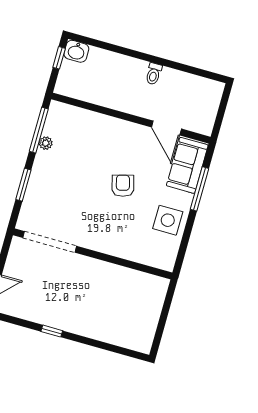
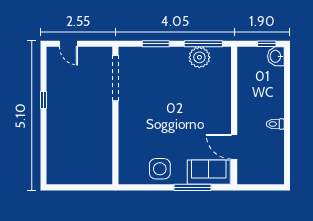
door: (166, 128) -> (234, 147), hinge flipped
plant: (46, 143) -> (199, 57), width x1.88, depth x1.88
armchair: (123, 186) -> (178, 125), removed

